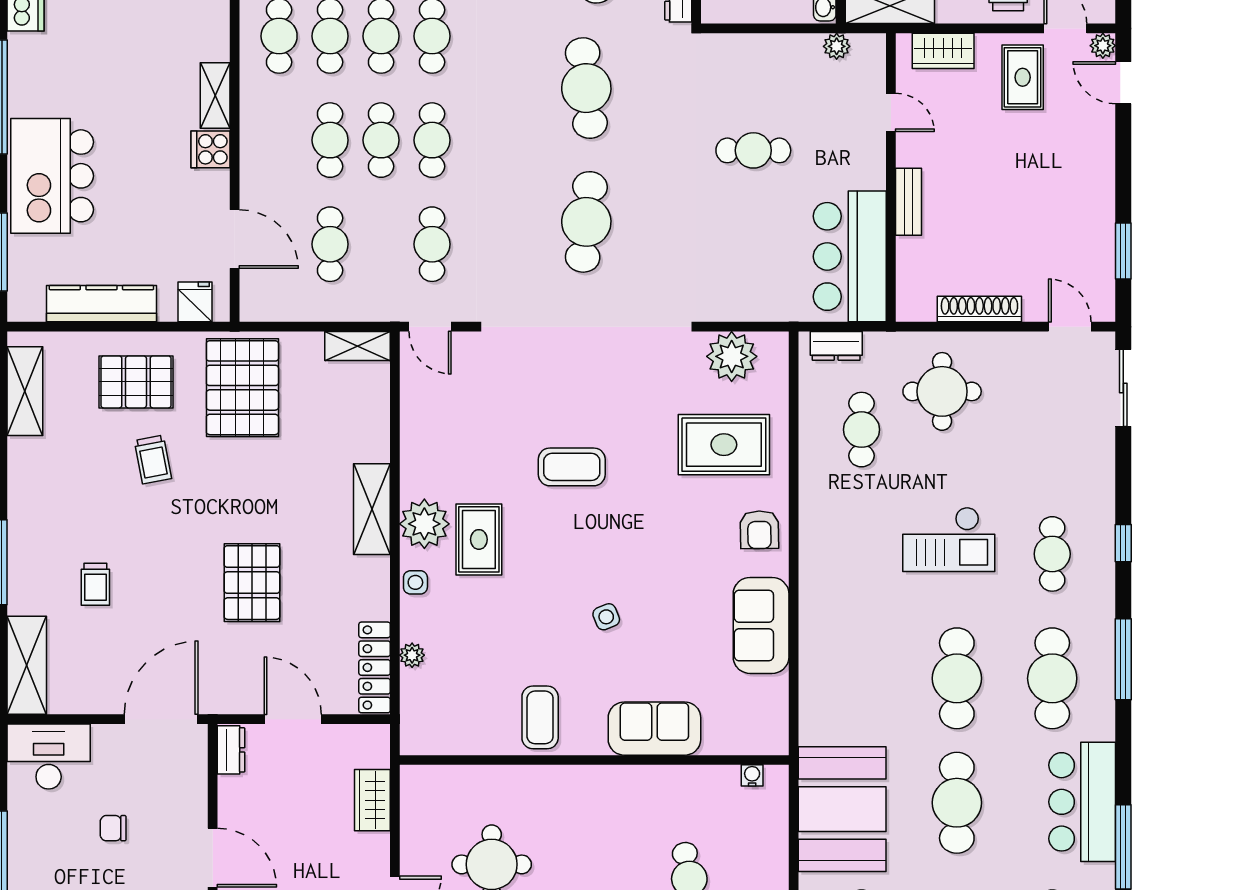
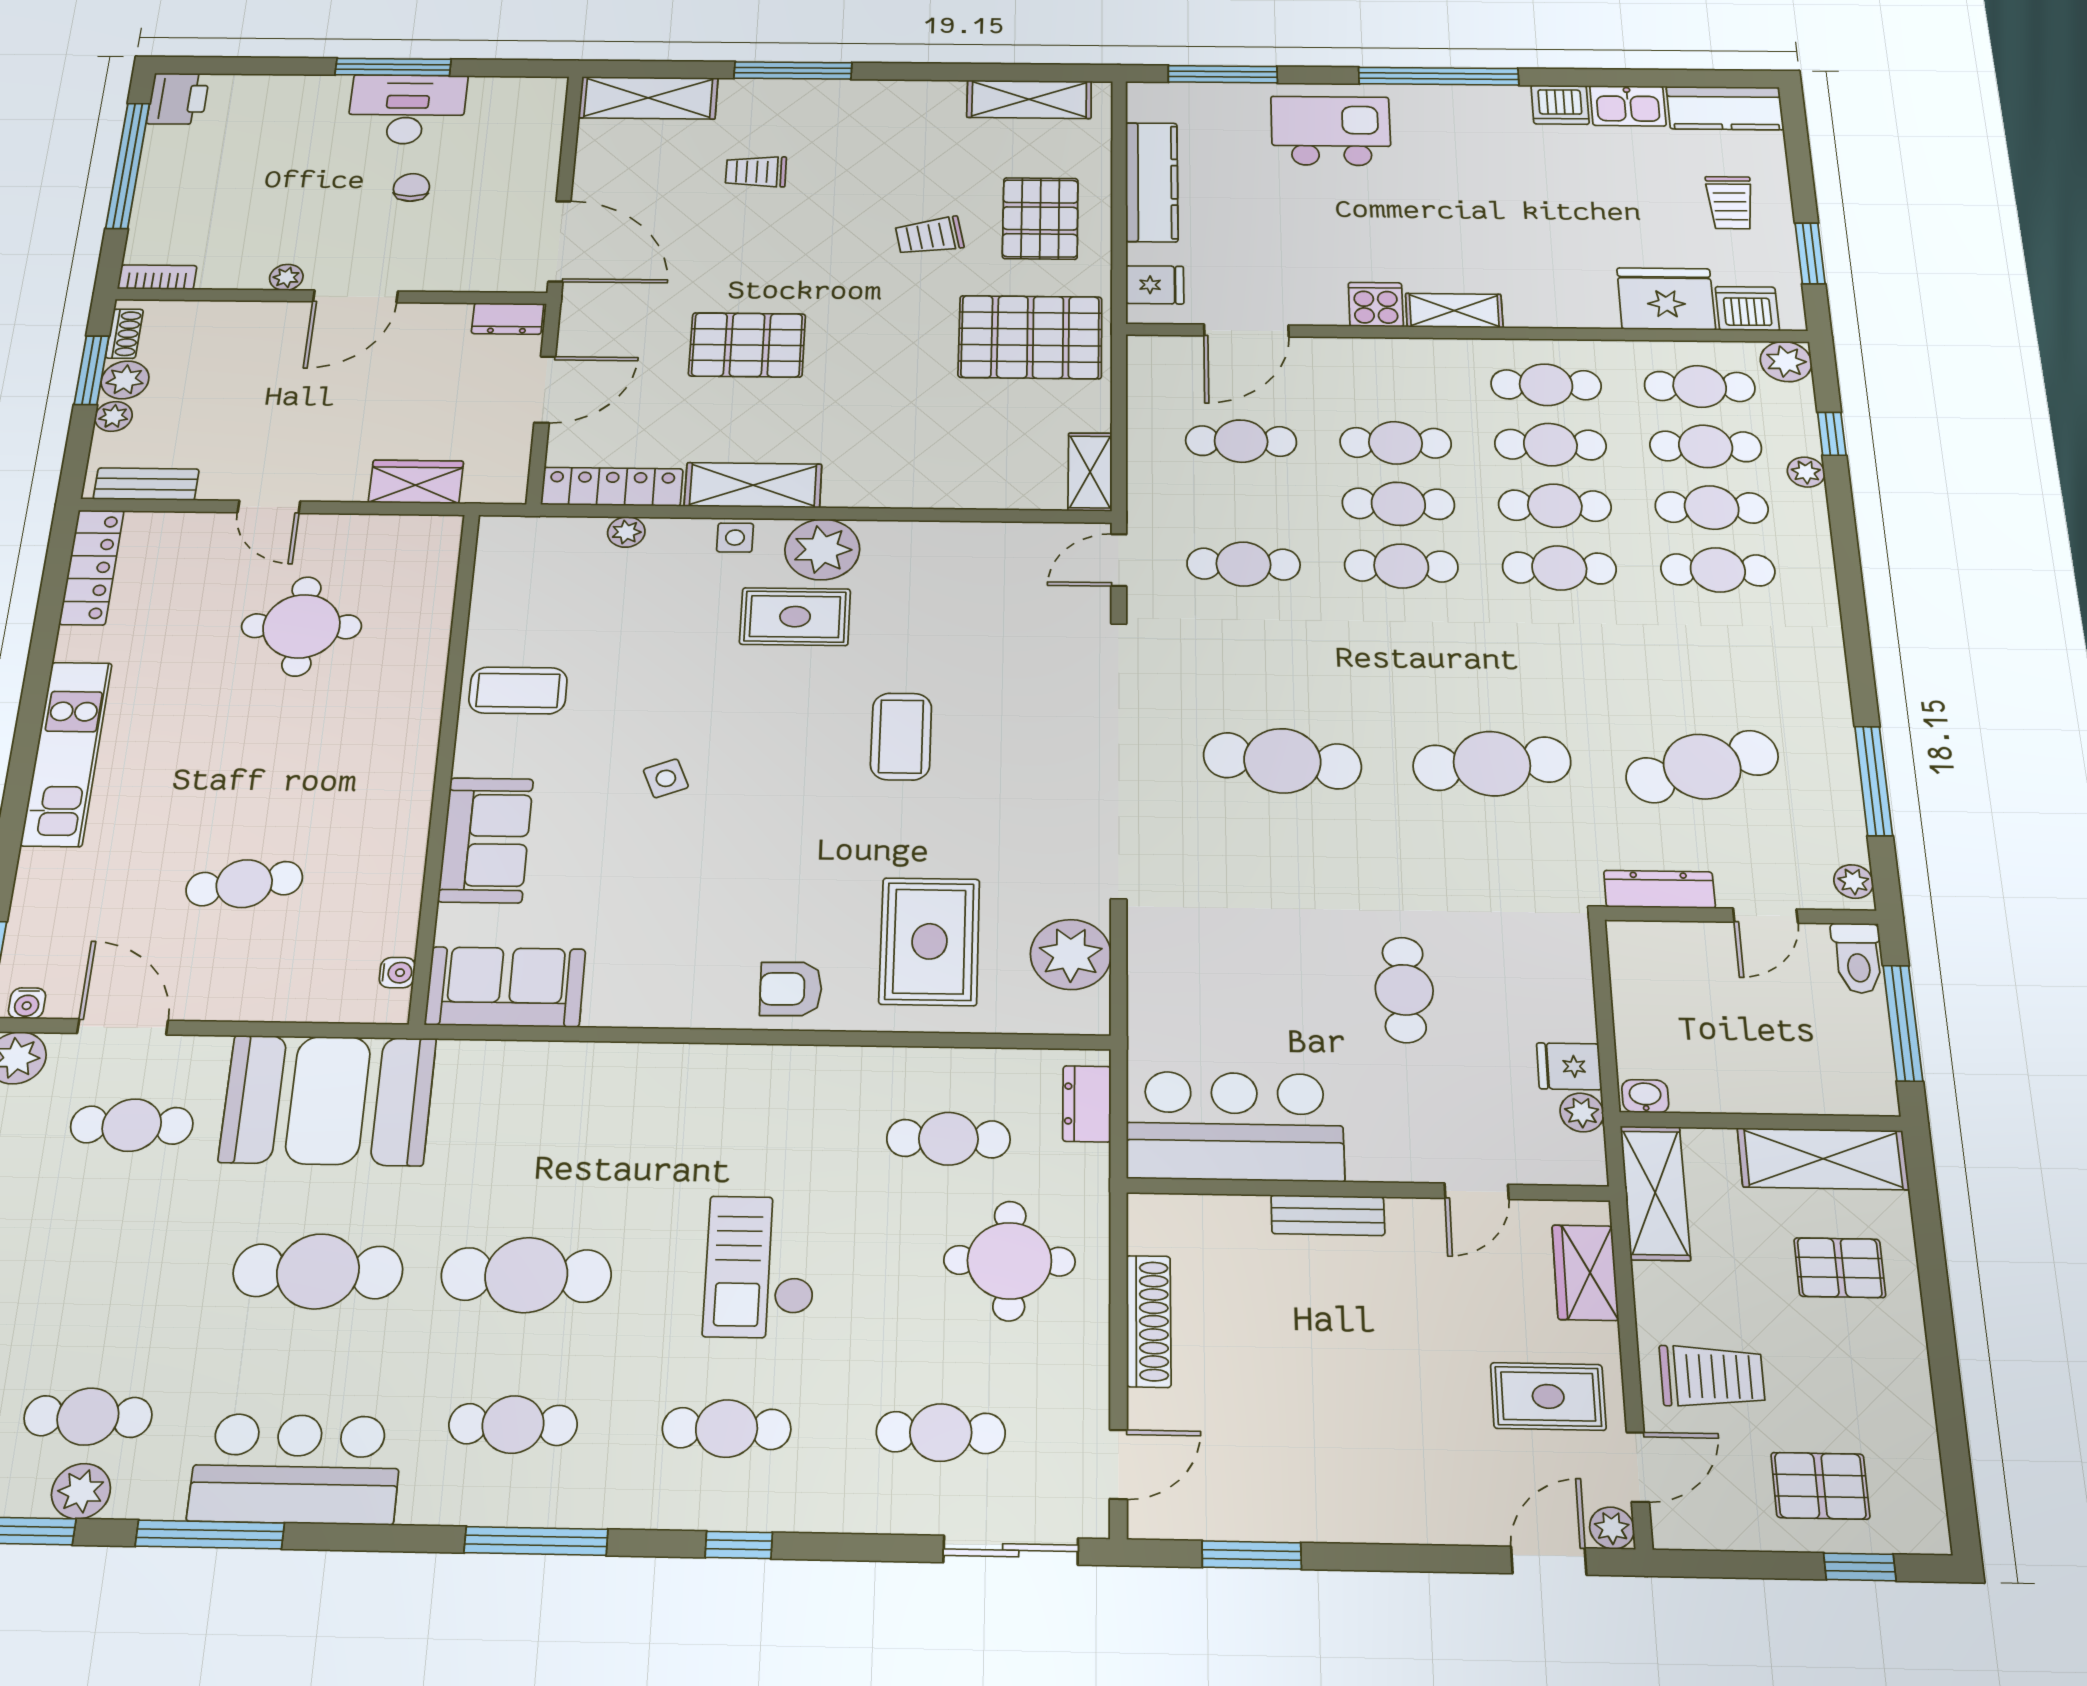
fridge: (805, 52) -> (1569, 1066), added
kitchen island: (52, 176) -> (1331, 131), width x0.73, depth x0.78
cafe table: (1052, 430) -> (941, 1433), added
shelving: (372, 509) -> (753, 485), moved
sofa: (761, 625) -> (505, 987), moved
cafe table: (1052, 678) -> (513, 1425), width x0.73, depth x0.74
desk: (49, 757) -> (407, 109), moved, turned -90

